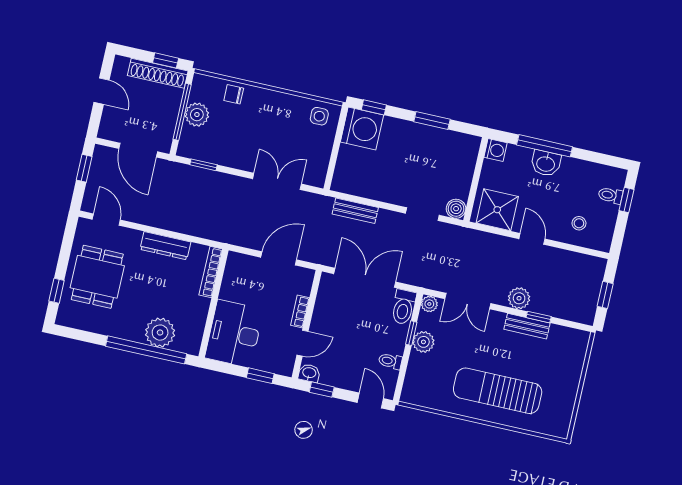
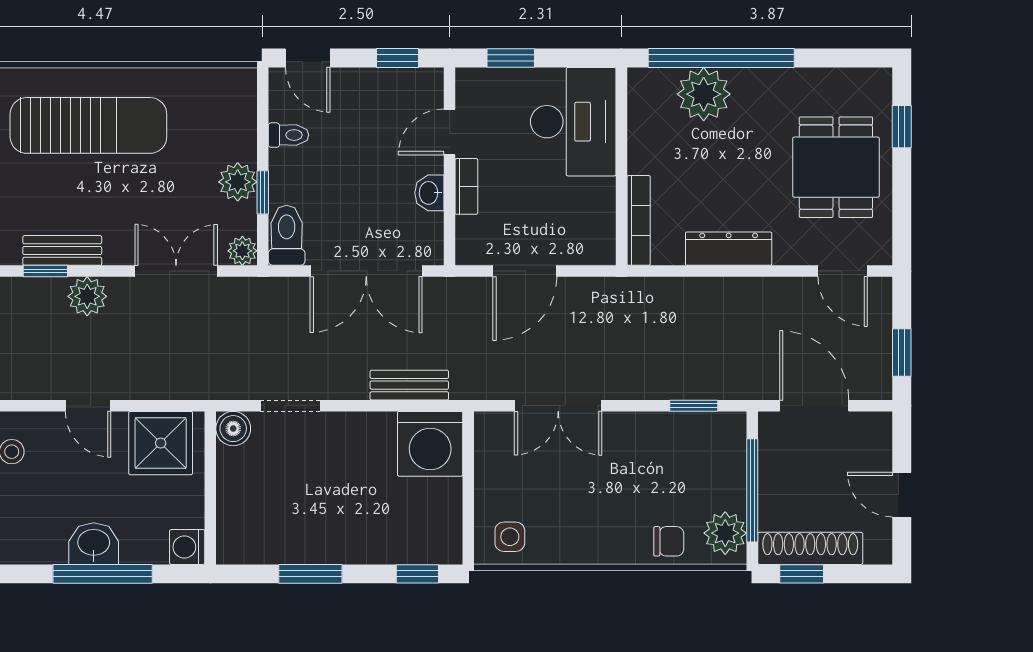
plant: (197, 115) -> (725, 533), moved
washing machine: (362, 129) -> (430, 444), moved, turned -90
washbasin: (309, 373) -> (429, 193), moved, turned 90

